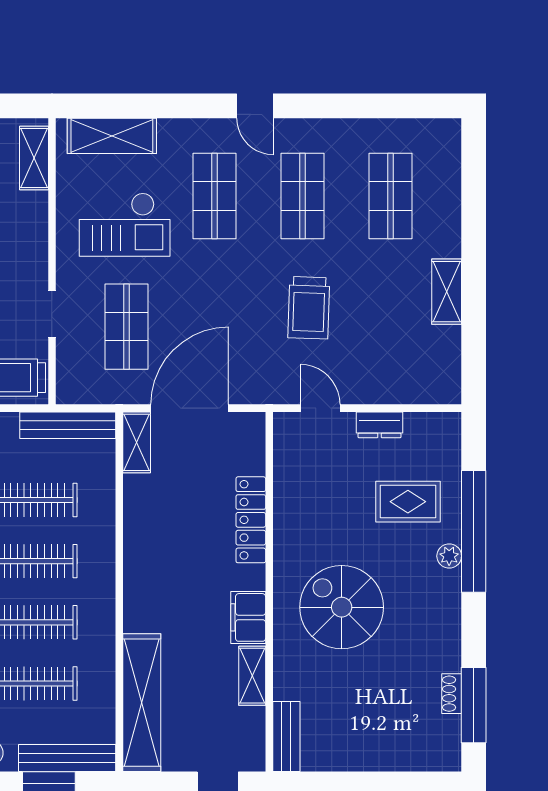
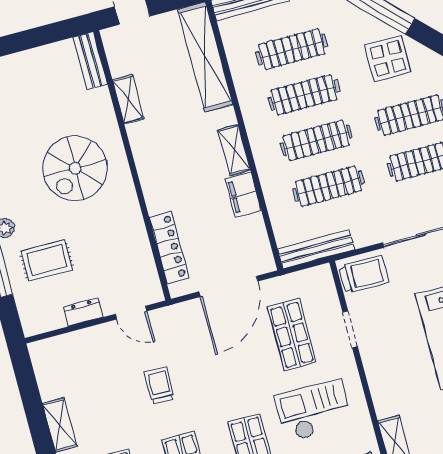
trolley: (309, 308) -> (160, 385), width x0.73, depth x0.72
shelving: (137, 442) -> (234, 150), moved
locker: (251, 520) -> (169, 248), moved
spiral stairs: (342, 607) -> (75, 168), turned 90
filing cabinet: (248, 617) -> (243, 195), moved, turned 180

